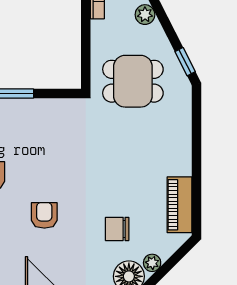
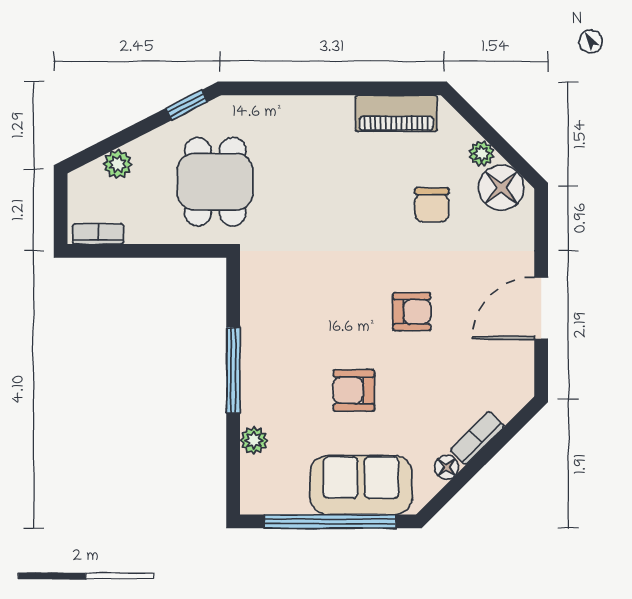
armchair: (44, 215) -> (412, 312), turned 180

